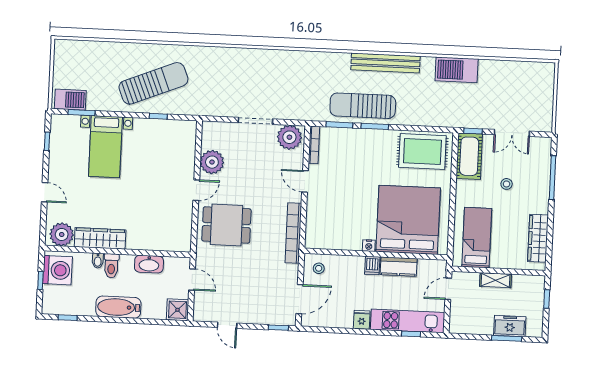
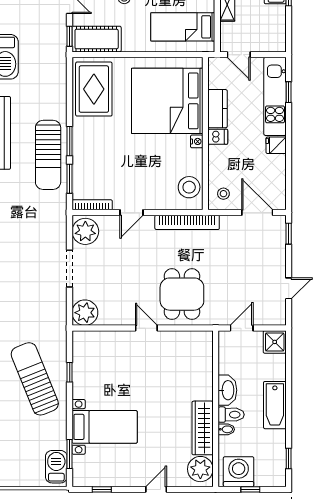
plant: (212, 162) -> (85, 313), moved
stool: (326, 236) -> (189, 187), added
washbasin: (149, 264) -> (227, 390), moved

